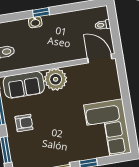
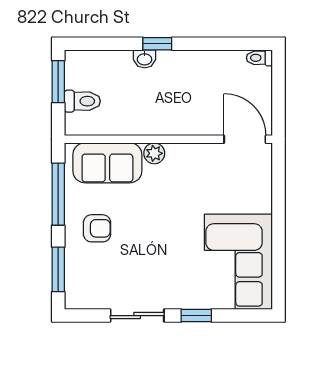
toilet: (103, 25) -> (259, 58), moved
plant: (56, 79) -> (154, 153), width x0.53, depth x0.53

